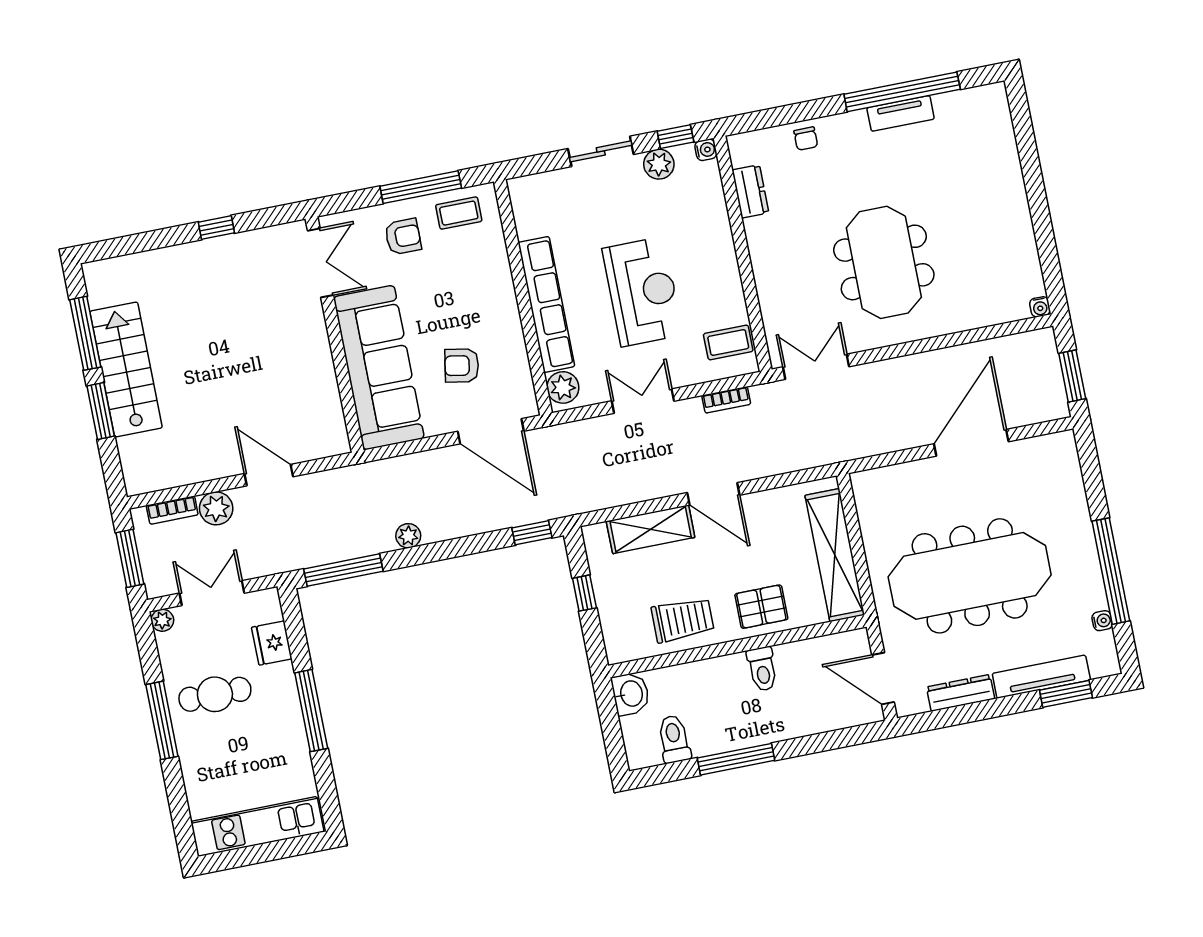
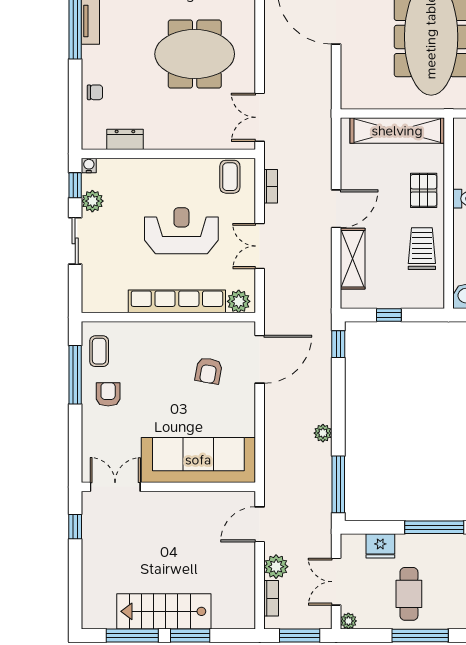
double door: (320, 263) -> (115, 487), moved
wall: (335, 335) -> (168, 487), moved
sofa: (379, 368) -> (198, 460), moved

